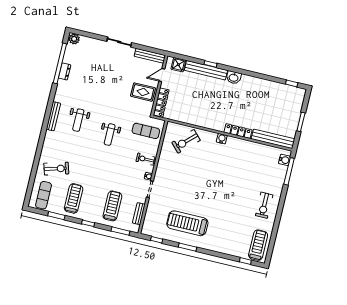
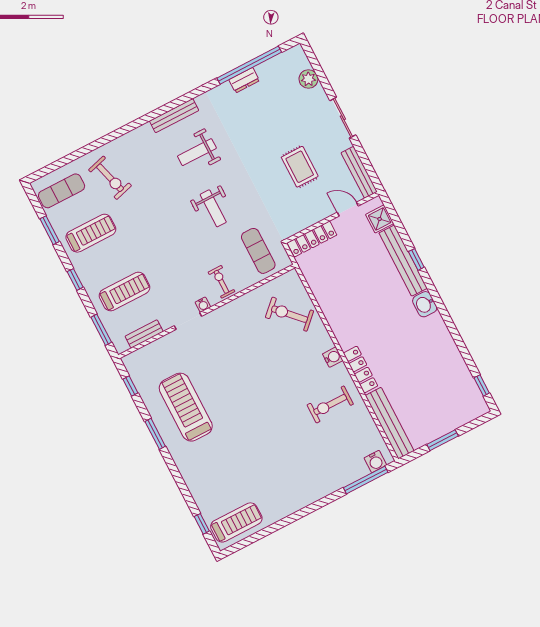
plant: (74, 39) -> (308, 79), moved
rug: (143, 92) -> (300, 167), moved
weight bench: (110, 135) -> (213, 208), turned -90
exercise bike: (264, 205) -> (330, 405), moved

